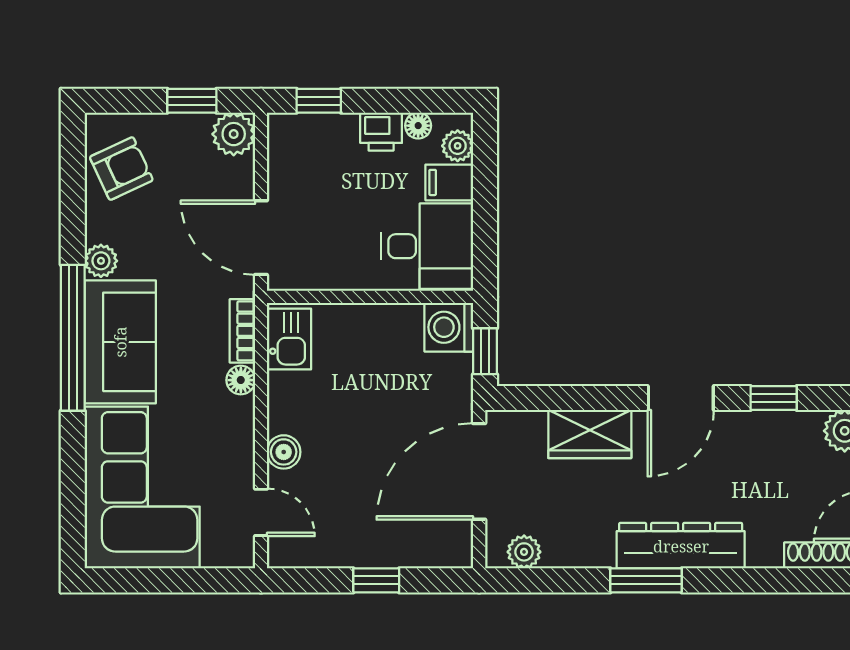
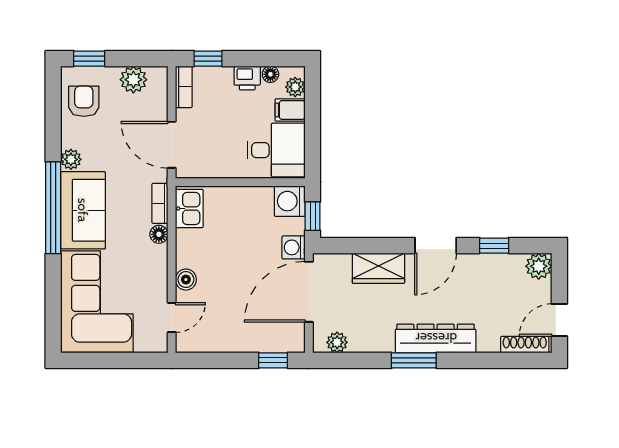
window: (192, 101) -> (89, 59), moved
plant: (234, 134) -> (133, 80), moved
bookcase: (280, 146) -> (184, 87), added
armchair: (121, 169) -> (84, 101), turned -65
washing machine: (455, 401) -> (294, 247), added
door: (261, 512) -> (172, 318), hinge flipped
window: (376, 580) -> (273, 360), moved

